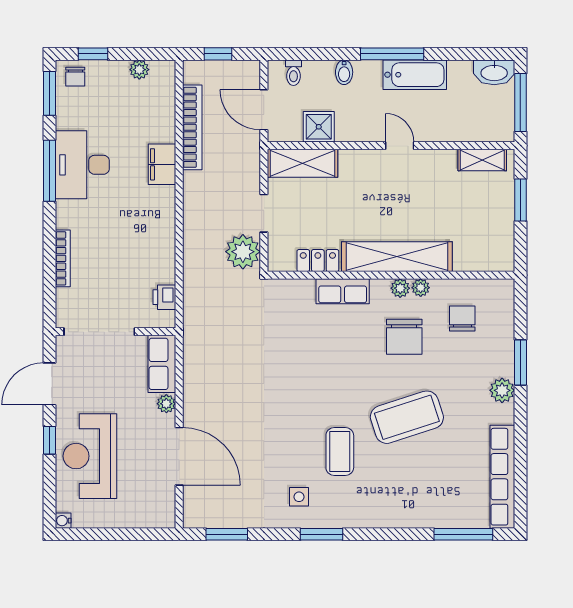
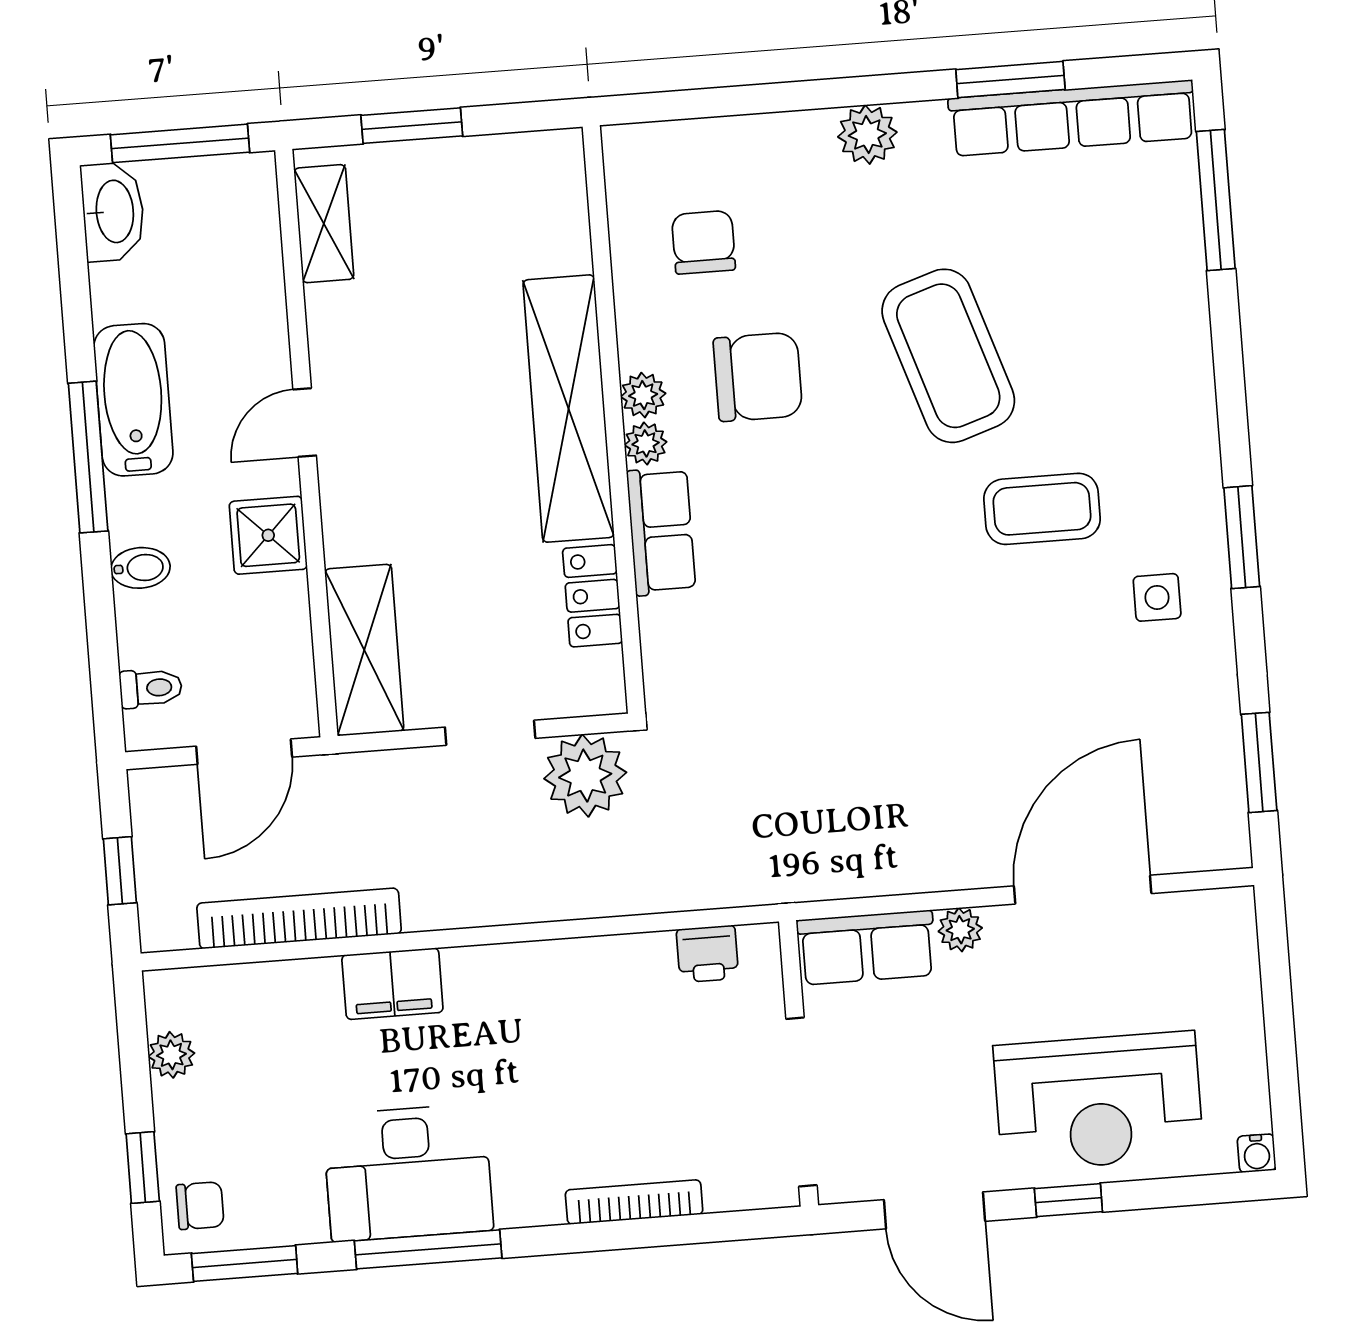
shower: (319, 127) -> (268, 535), moved
plant: (421, 288) -> (646, 443), moved
chair: (462, 318) -> (704, 242), turned 90
window: (520, 363) -> (1010, 80), moved

